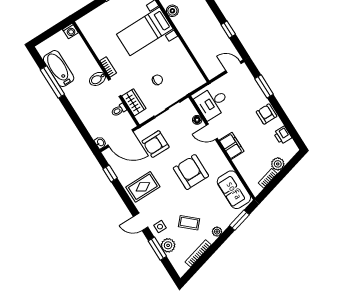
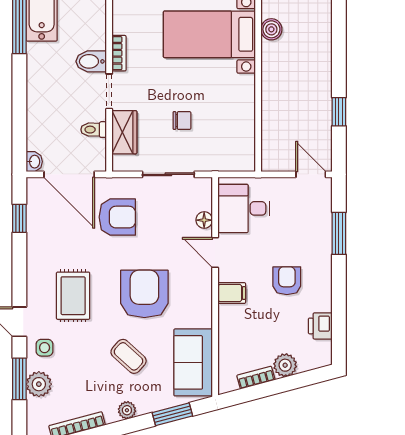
armchair: (266, 114) -> (287, 281), moved
armchair: (156, 144) -> (117, 217), turned 180
filing cabinet: (232, 146) -> (232, 293), width x0.50
rug: (143, 187) -> (73, 296), moved, turned 90
coffee table: (189, 223) -> (129, 356), moved

